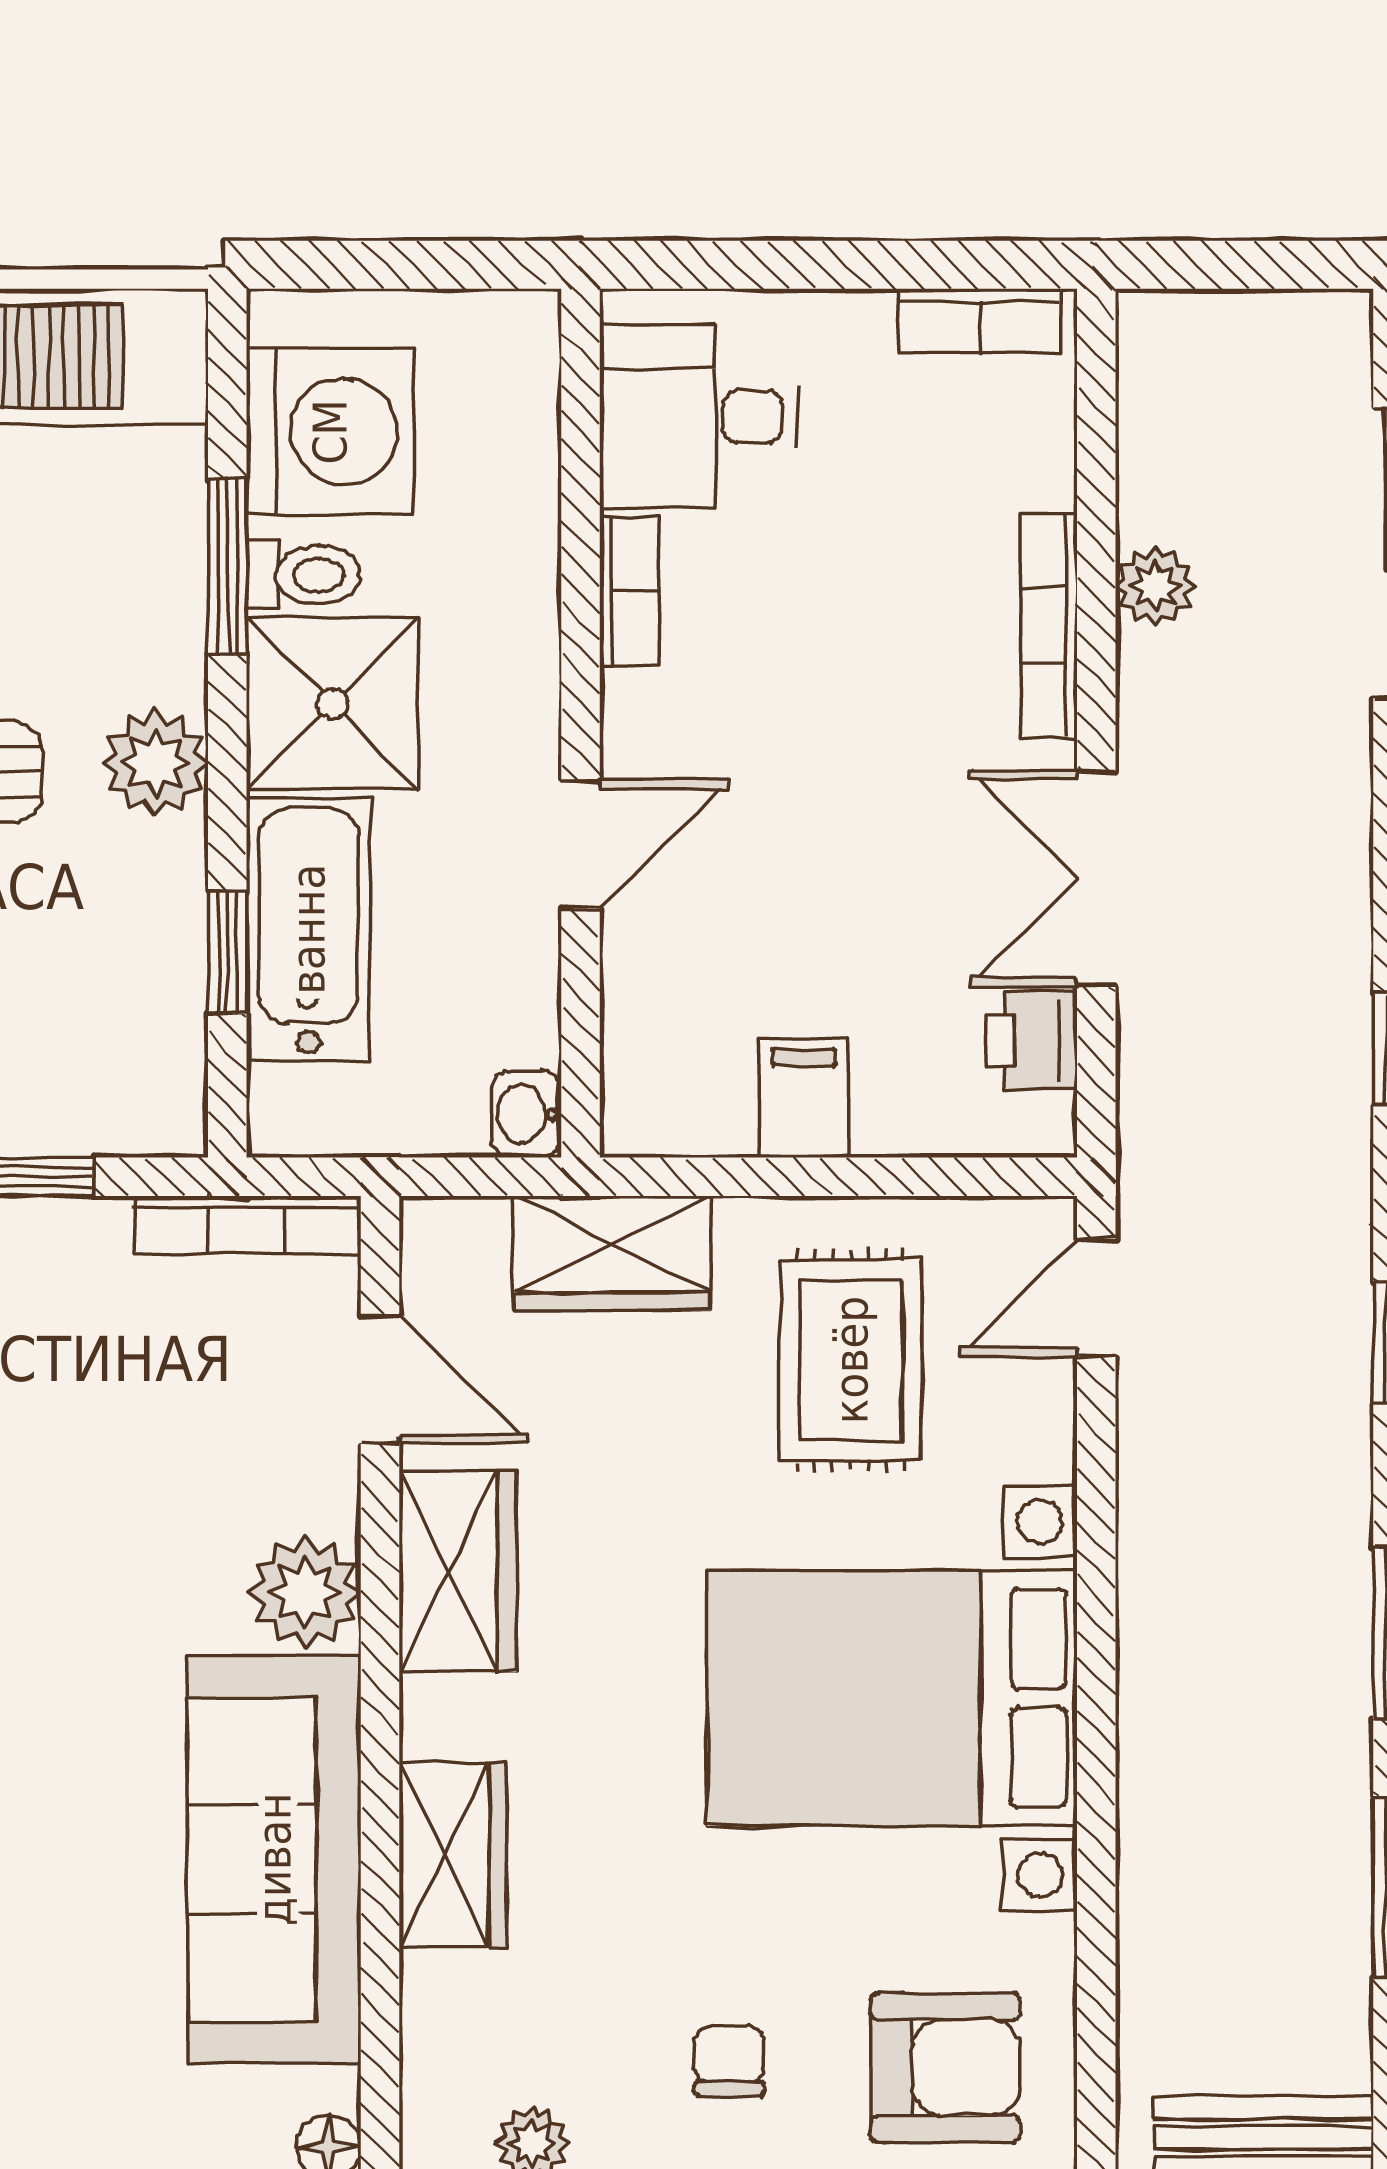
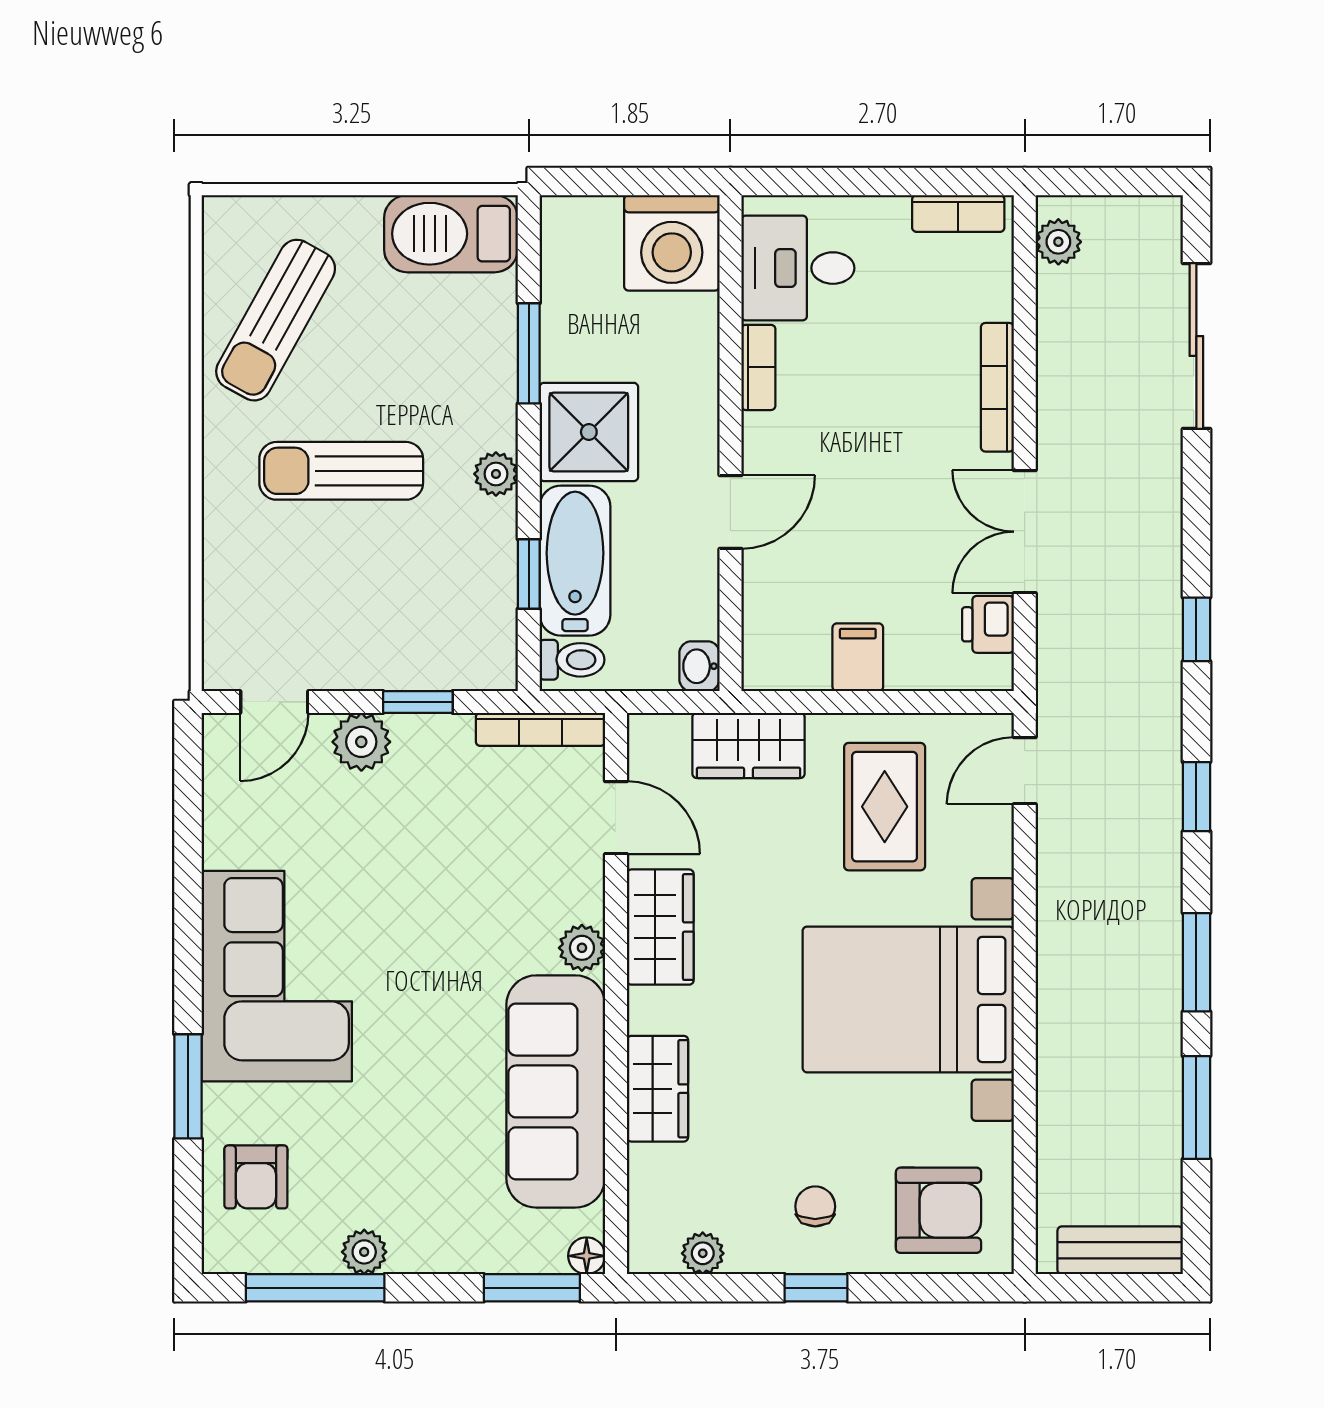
washing machine: (330, 432) -> (672, 243), moved, turned 90
toilet: (303, 575) -> (572, 660), moved
plant: (1155, 586) -> (1058, 242), moved
plant: (155, 763) -> (496, 474), width x0.73, depth x0.73
plant: (305, 1593) -> (582, 948), width x0.73, depth x0.73

